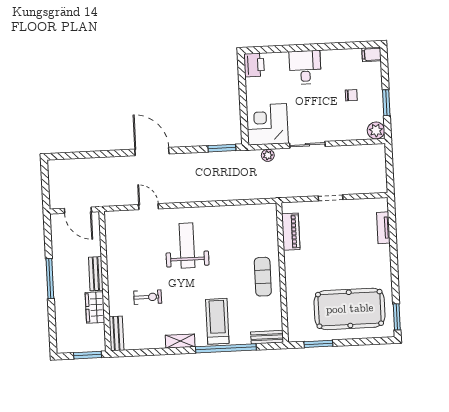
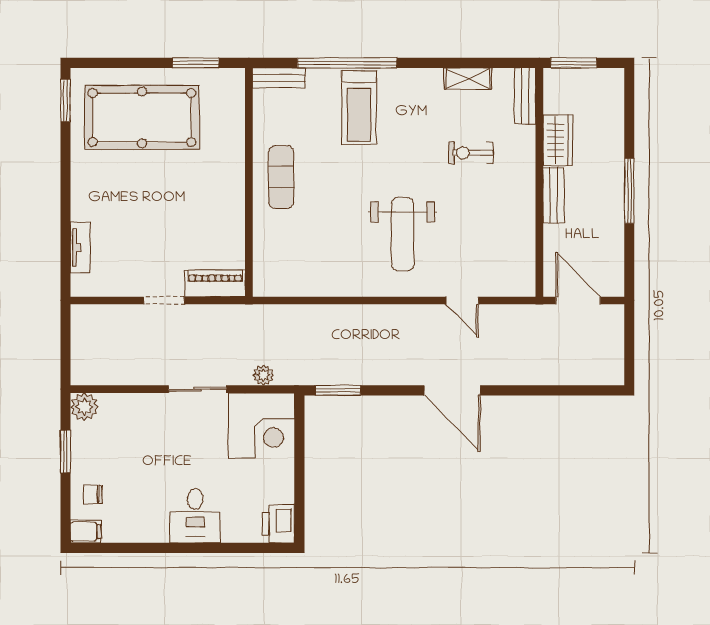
chair: (351, 95) -> (93, 494), moved
piano: (291, 232) -> (215, 283), moved, turned 90
shelving: (180, 341) -> (468, 79), moved

